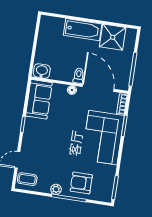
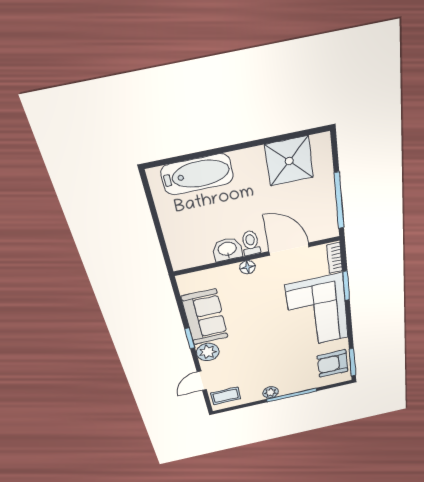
bathtub: (83, 30) -> (197, 174), moved
washbasin: (42, 71) -> (227, 249), moved
door: (98, 88) -> (289, 249), width x0.73
sofa: (39, 99) -> (205, 317), moved
plant: (29, 139) -> (208, 352), added
armchair: (81, 183) -> (333, 364), moved

